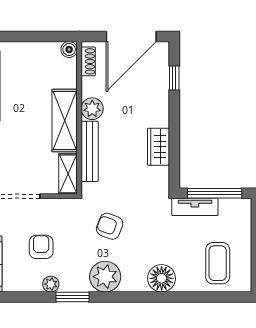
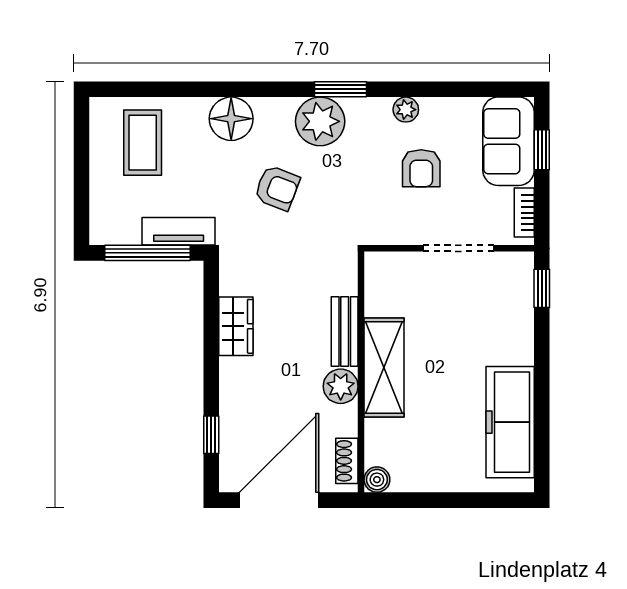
bench: (90, 151) -> (345, 332), width x0.73
shelving: (68, 174) -> (379, 283), removed
armchair: (110, 226) -> (277, 188), moved
window: (73, 297) -> (340, 89), moved

